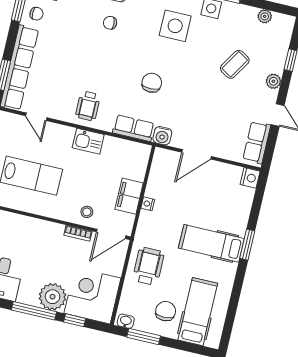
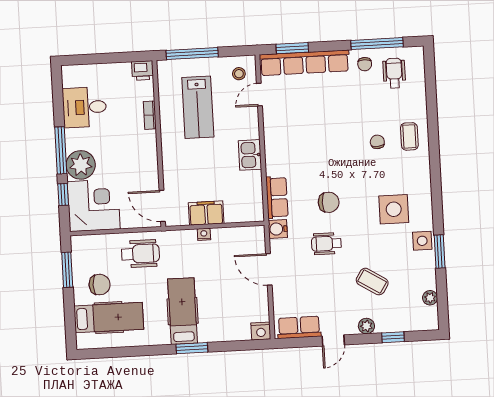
wheelchair: (88, 106) -> (326, 244), moved
stool: (87, 212) -> (239, 74), moved
bookcase: (78, 233) -> (150, 115), moved
washbasin: (126, 321) -> (77, 247), removed

